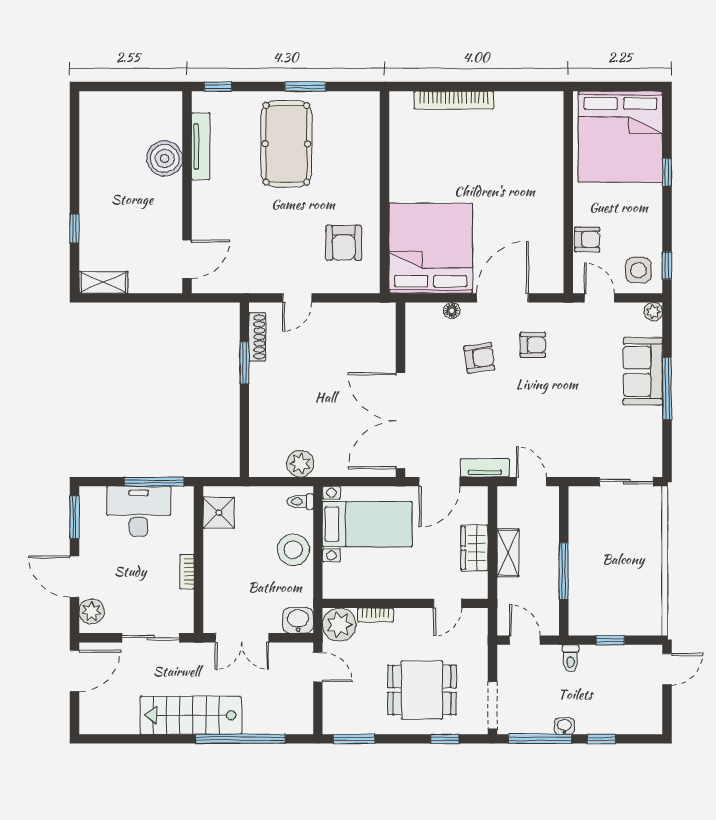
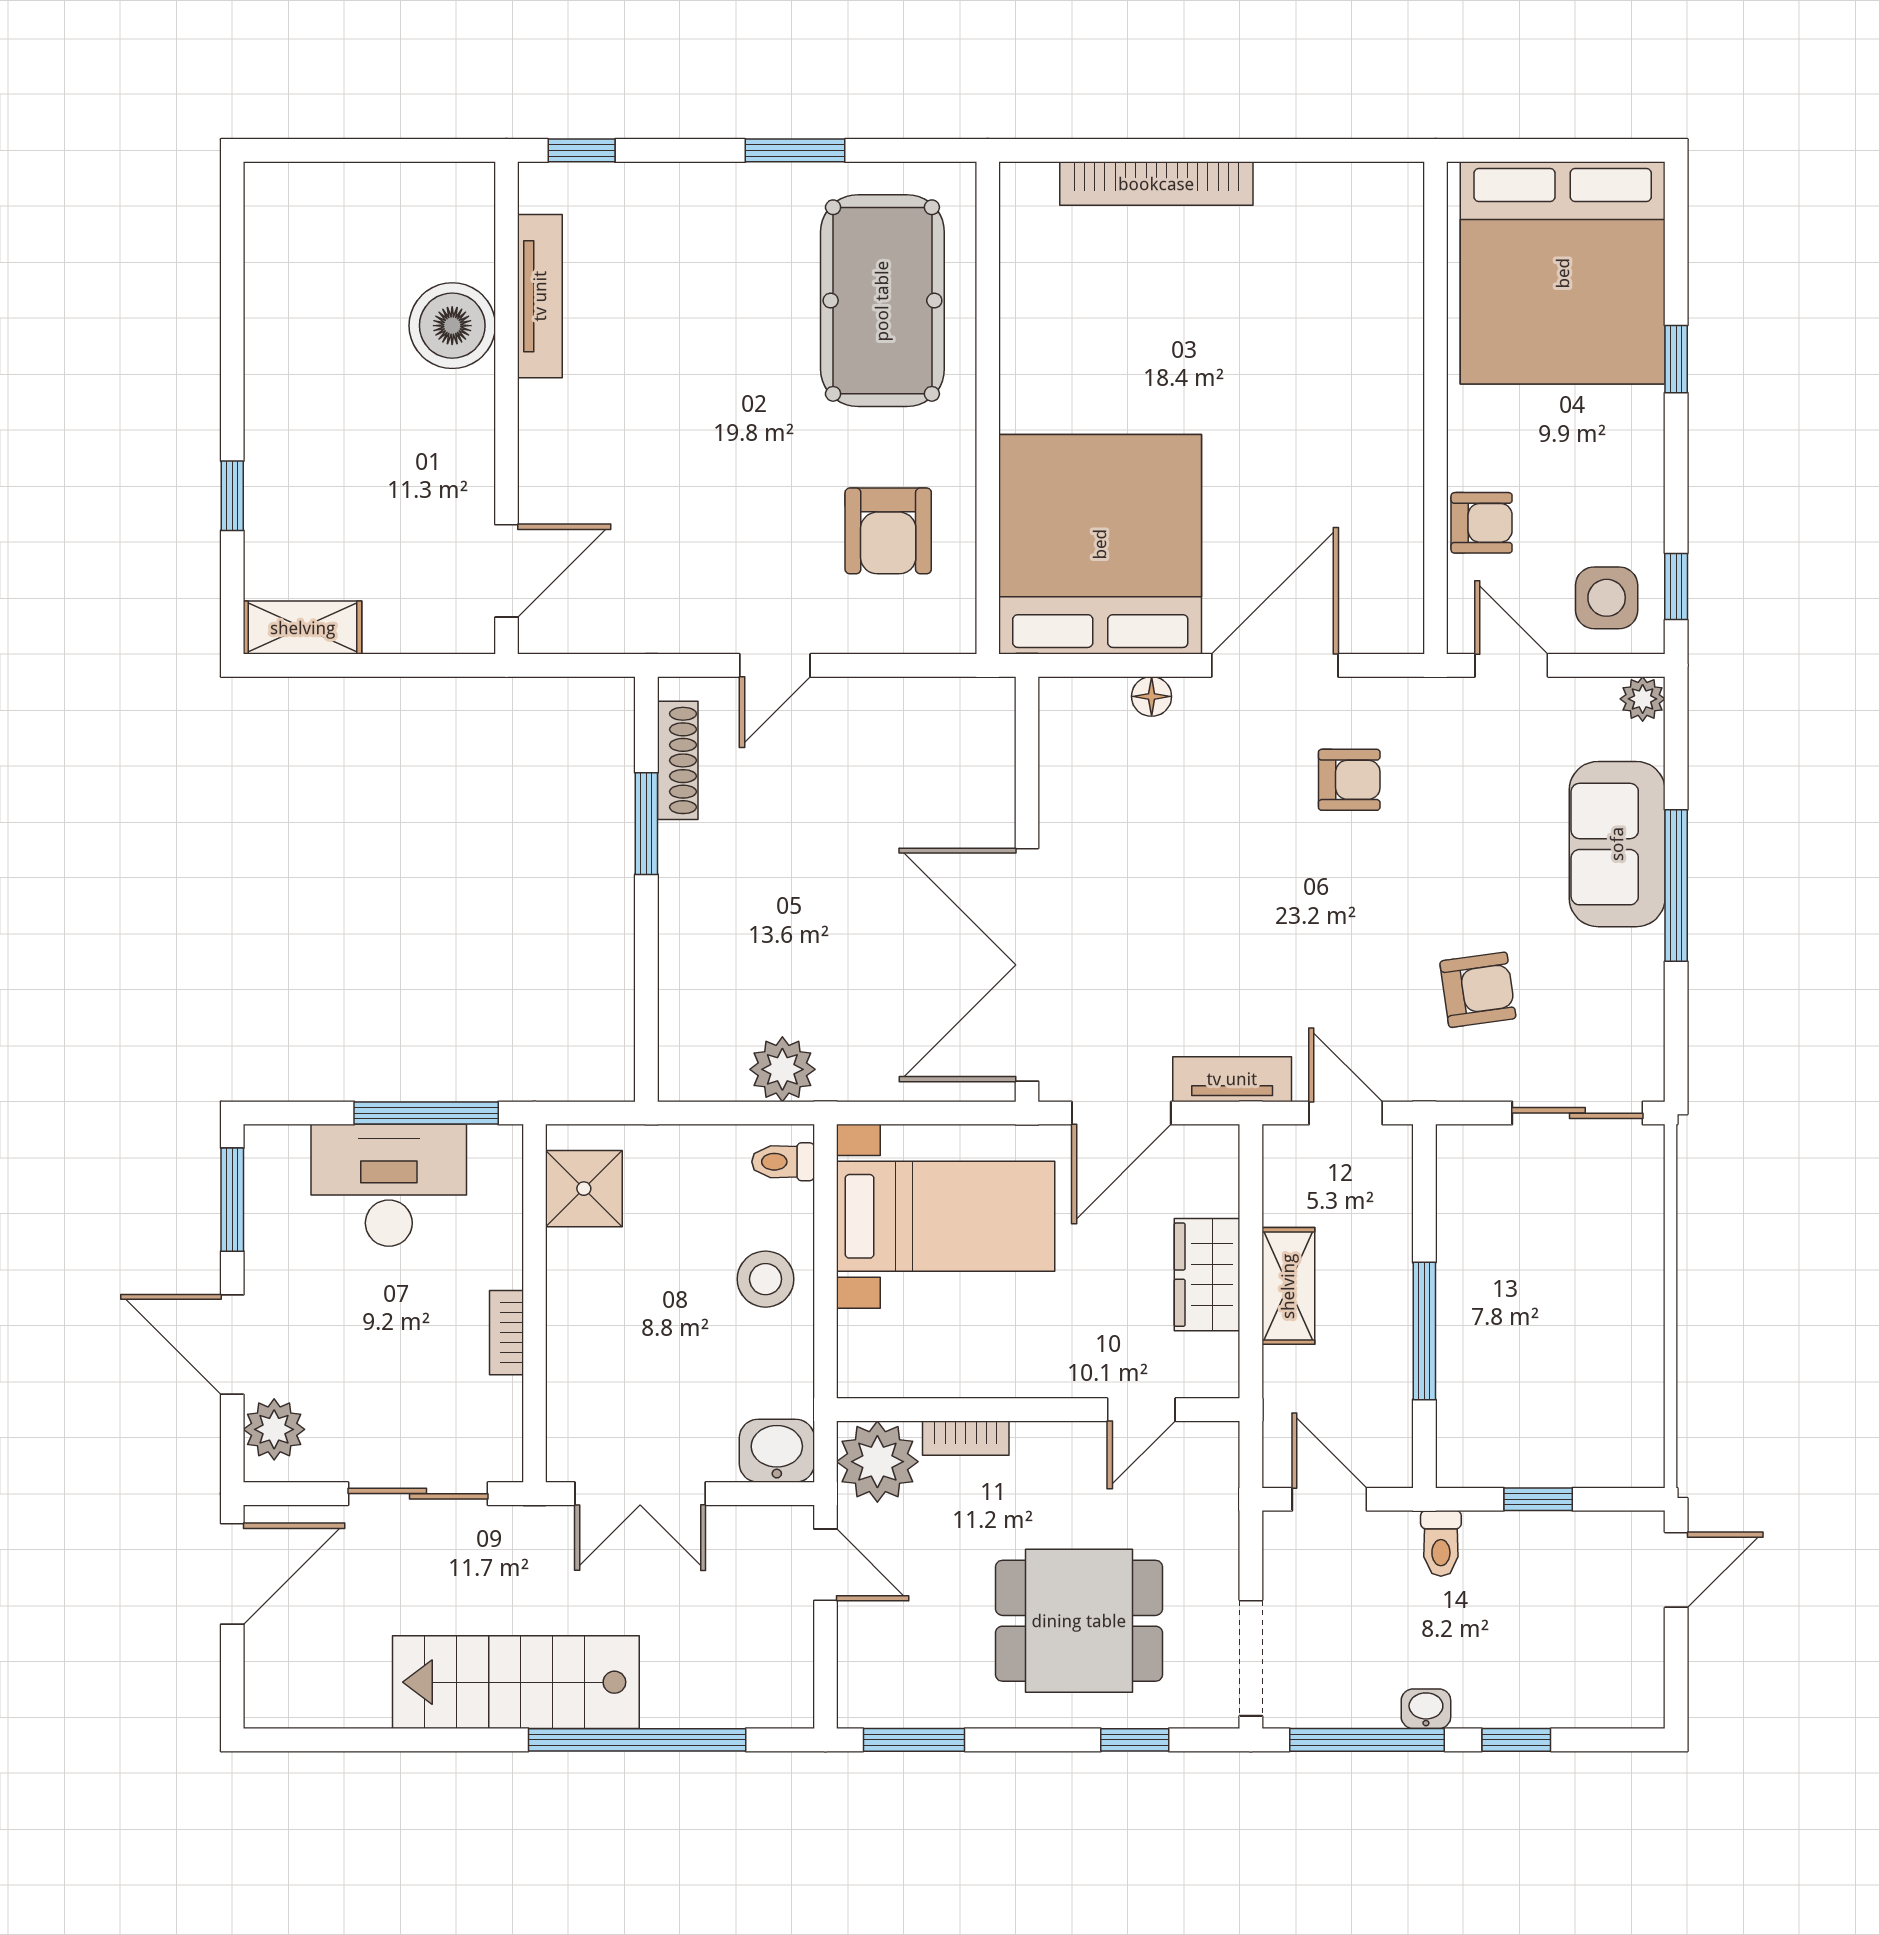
pool table: (286, 144) -> (882, 301), moved
armchair: (479, 358) -> (1478, 990), moved
stool: (293, 550) -> (766, 1279), width x0.73, depth x0.73

